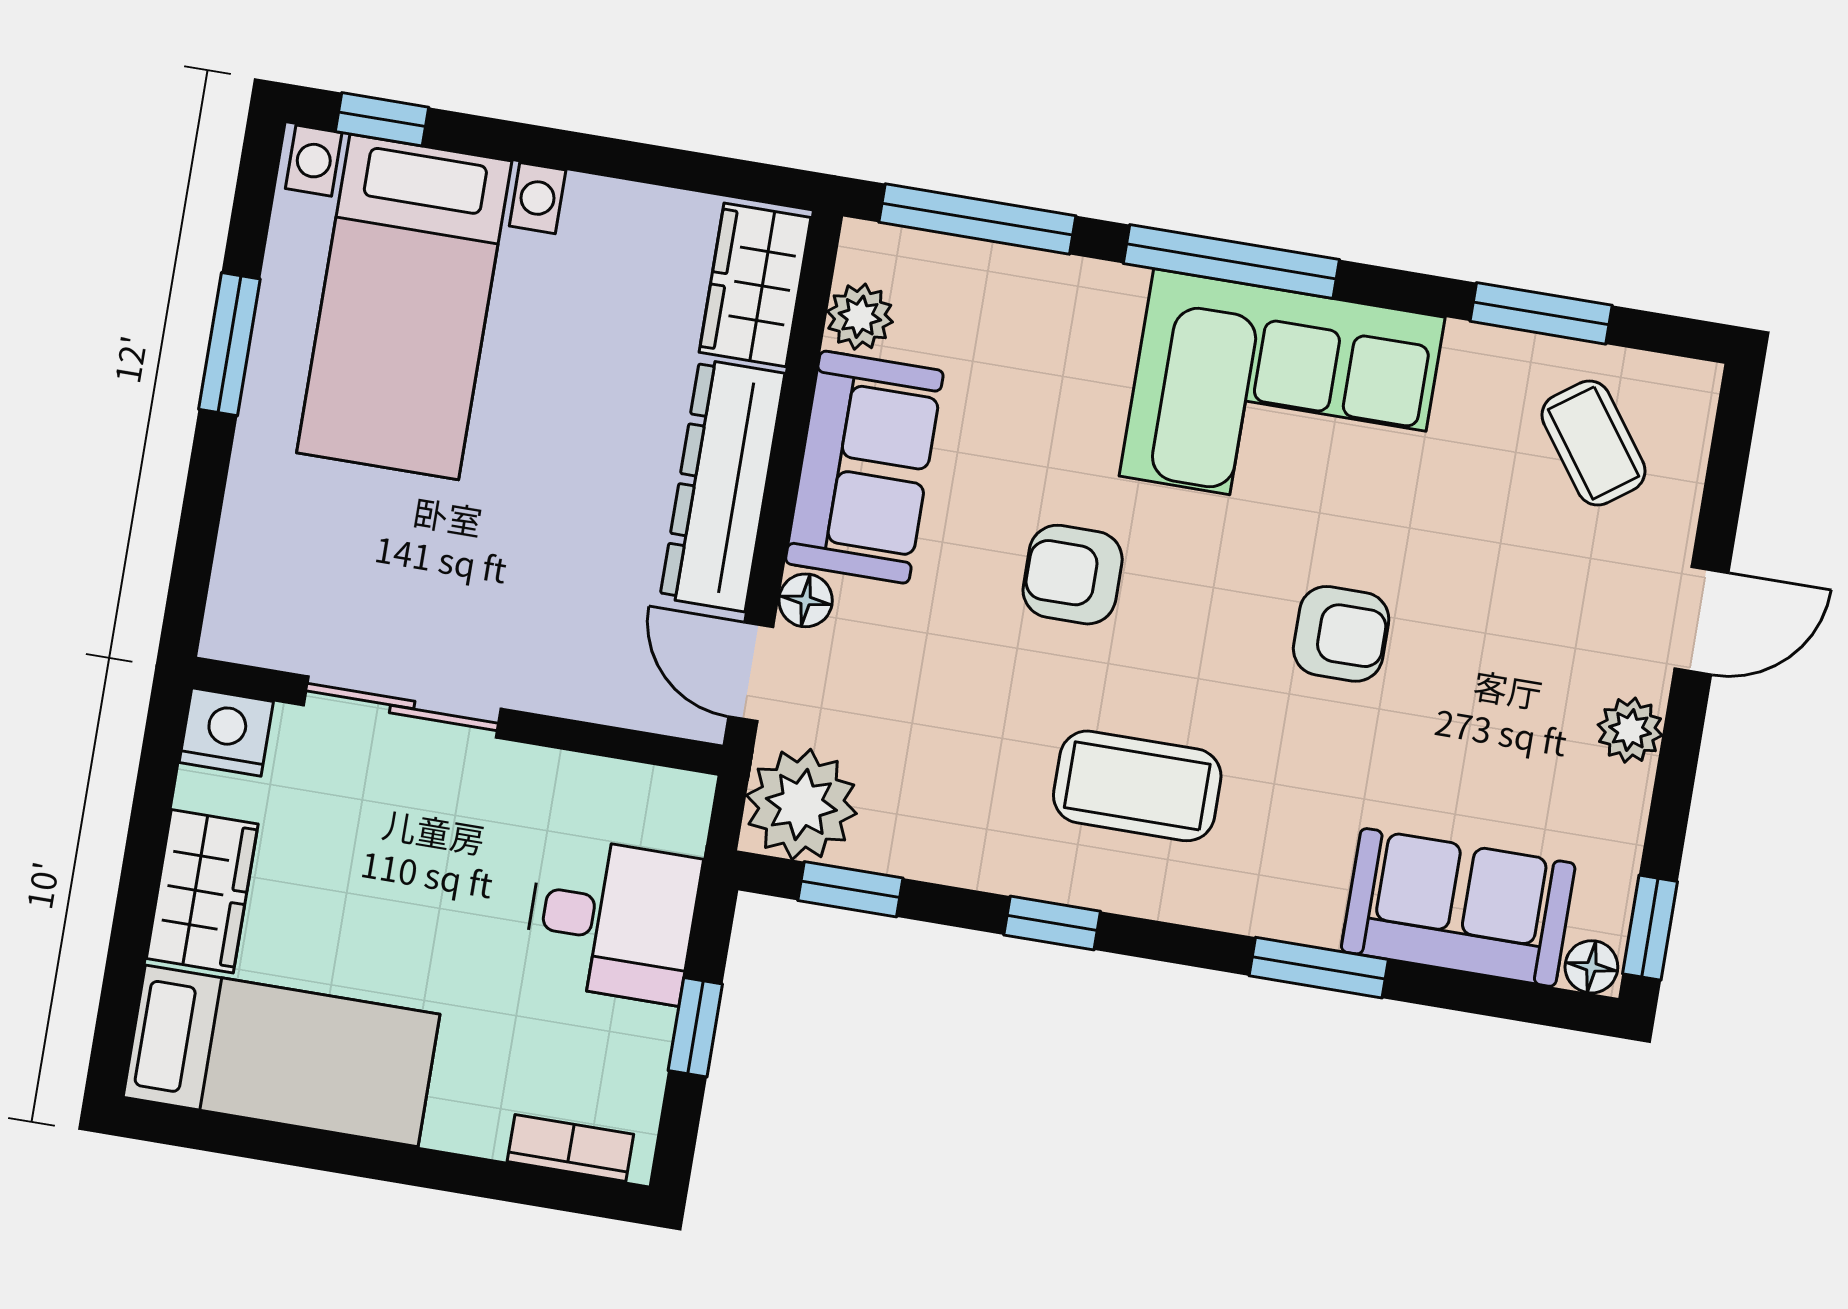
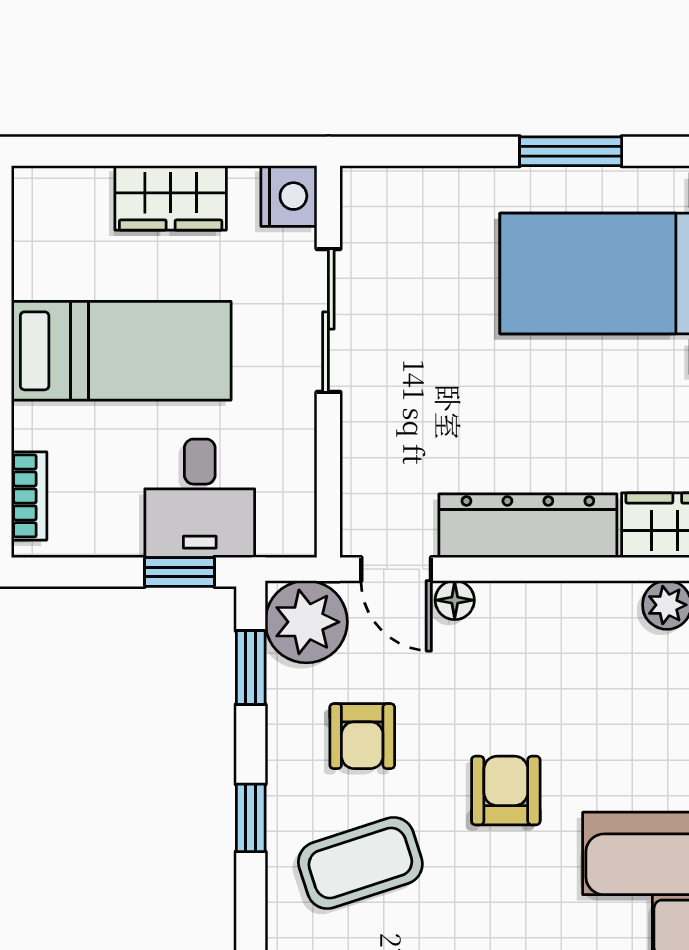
sofa: (864, 467) -> (558, 627), removed
door: (751, 672) -> (396, 569), swing flipped
armchair: (967, 755) -> (362, 736), added
coffee table: (1137, 786) -> (360, 863), turned 72
window: (695, 1027) -> (179, 572), moved
bed: (282, 1056) -> (121, 351), moved, turned -90

